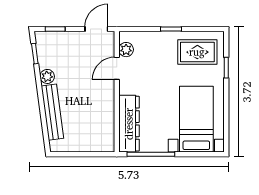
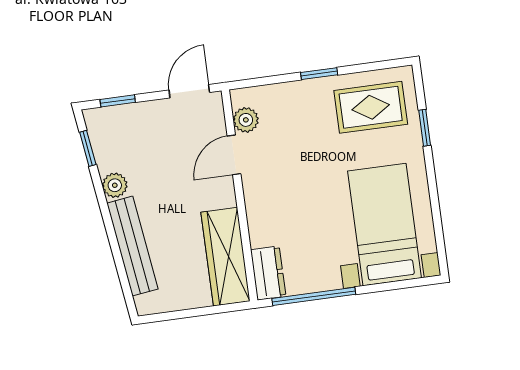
dresser: (129, 124) -> (268, 273), width x0.51, depth x0.80
wardrobe: (104, 125) -> (226, 257), added

